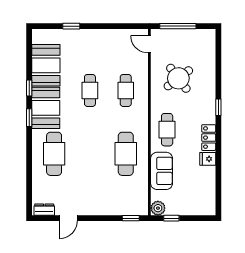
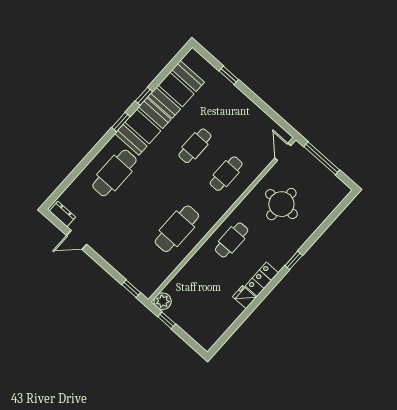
round table: (178, 78) -> (281, 204), turned 37
sofa: (162, 171) -> (195, 272), removed

